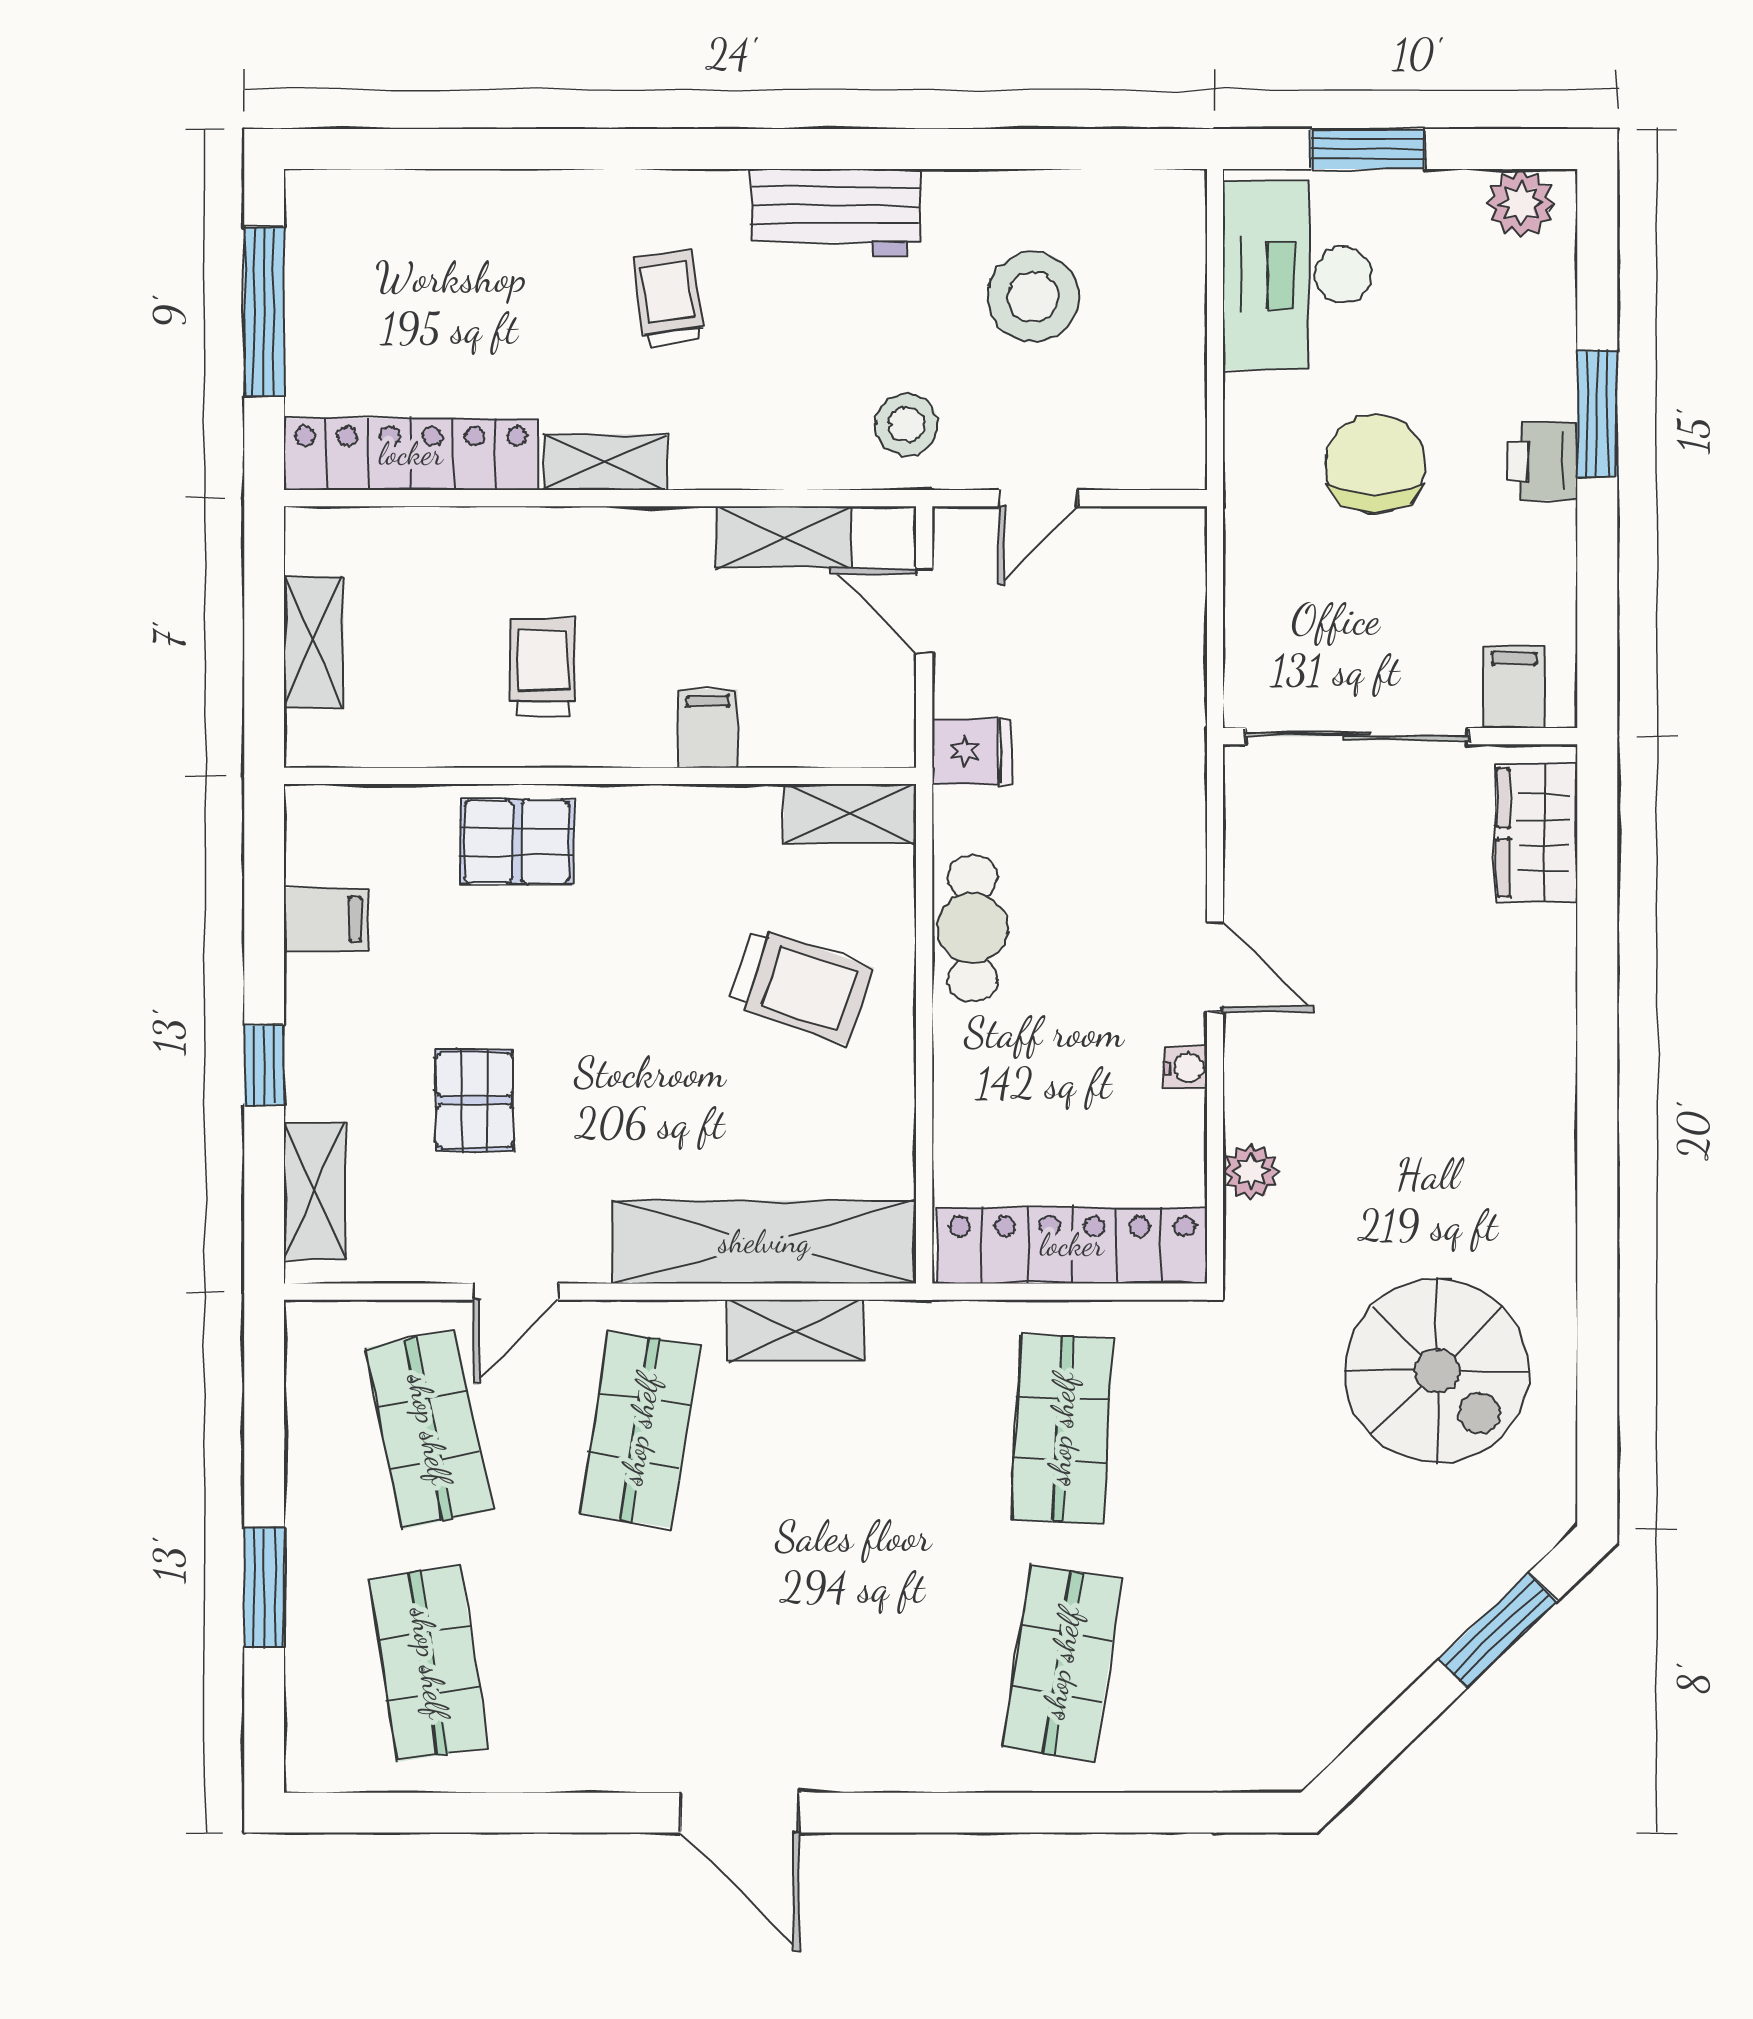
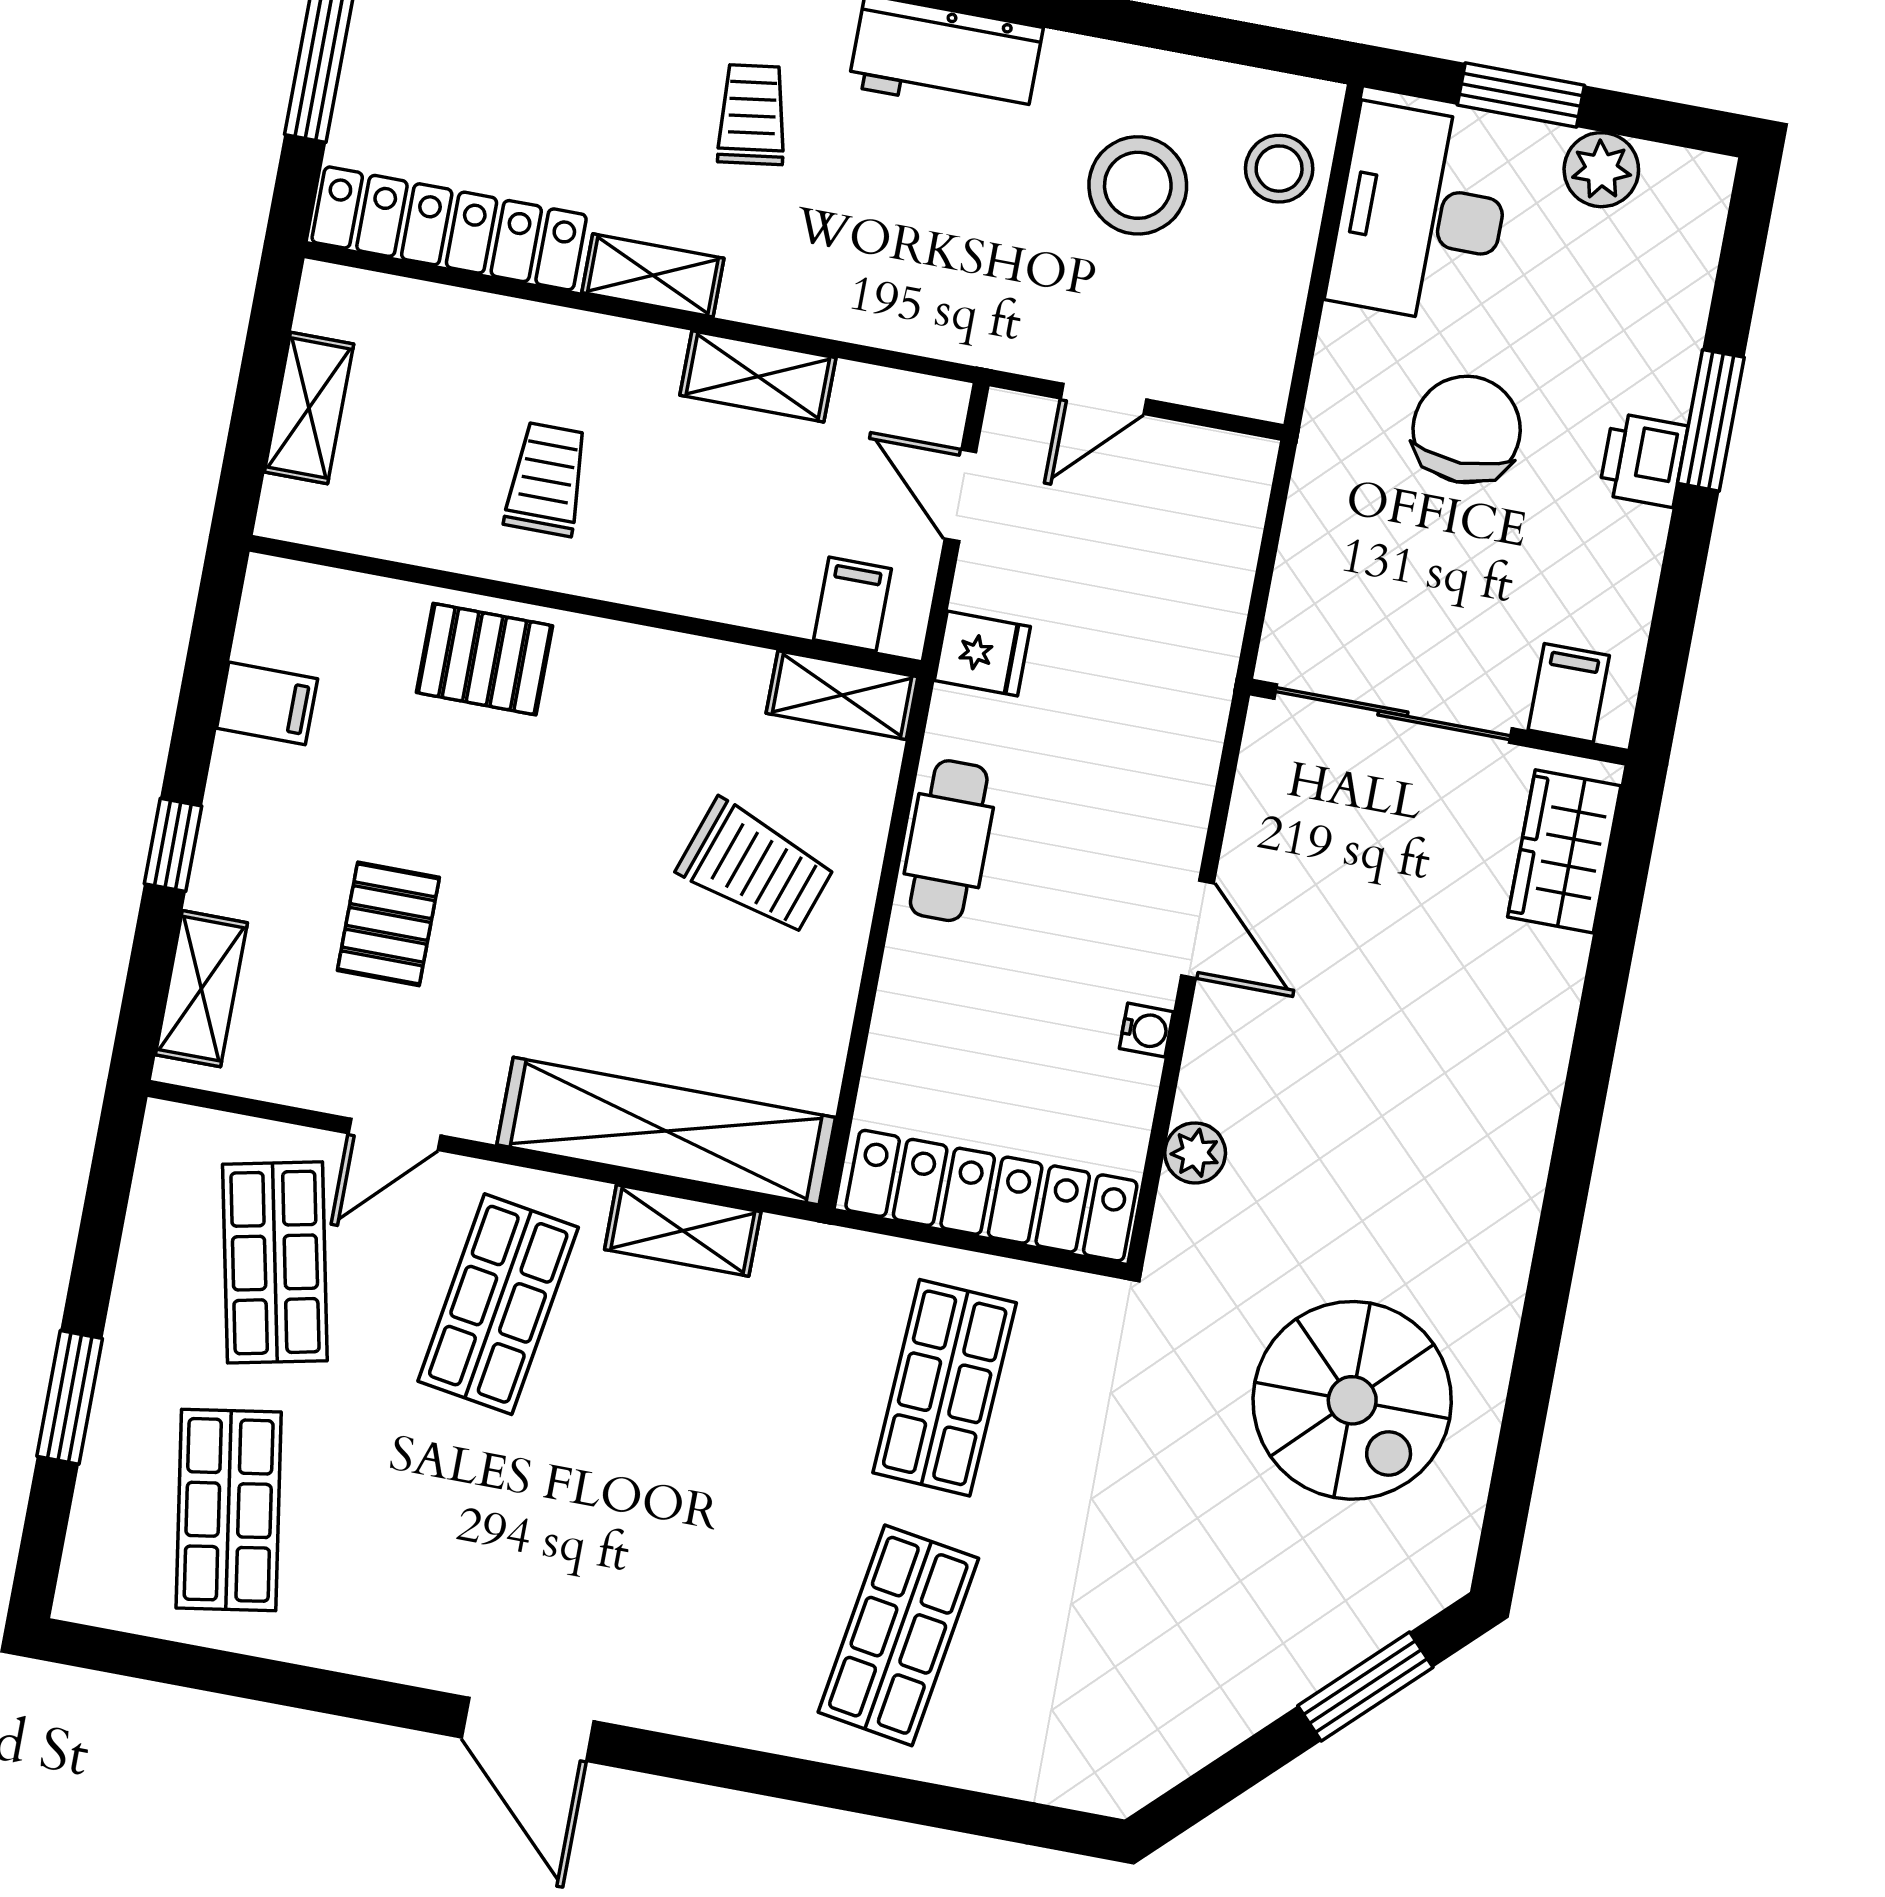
plant: (1521, 203) -> (1601, 170), moved
stool: (907, 424) -> (1279, 169), moved
shelving: (784, 537) -> (758, 376), moved
filing cabinet: (708, 729) -> (852, 604), moved

